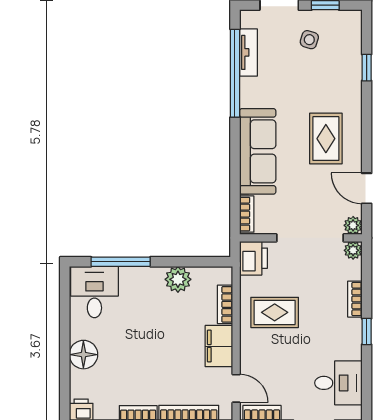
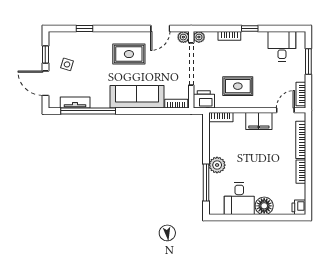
plant: (178, 279) -> (217, 165), moved
desk: (94, 292) -> (239, 199), moved, turned -90
bookcase: (225, 304) -> (221, 117), moved
rug: (275, 312) -> (238, 86), turned 90

